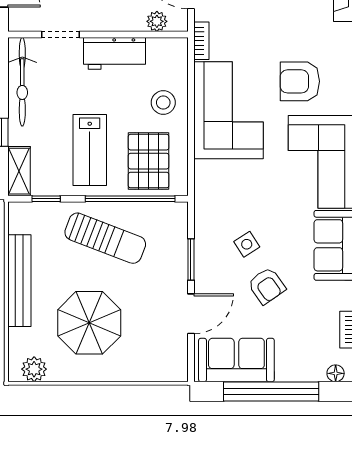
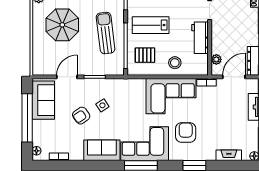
pallet: (149, 161) -> (145, 55), width x0.67, depth x0.71
sun lounger: (105, 238) -> (106, 33), turned 152
door: (191, 314) -> (67, 77), swing flipped

